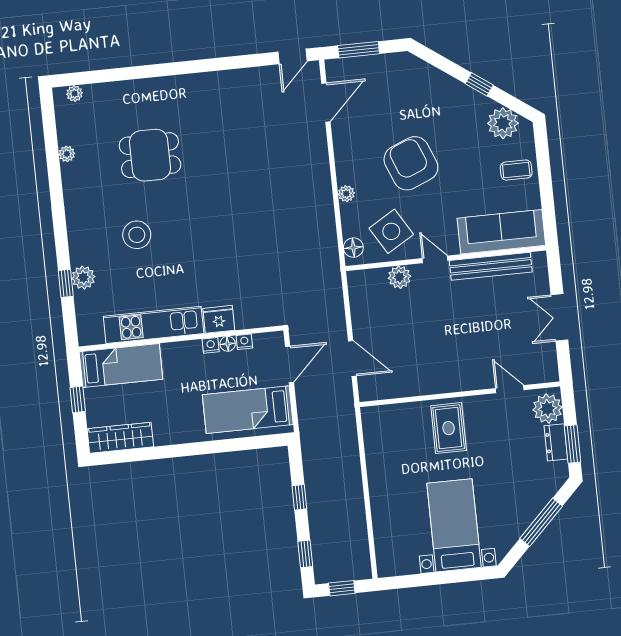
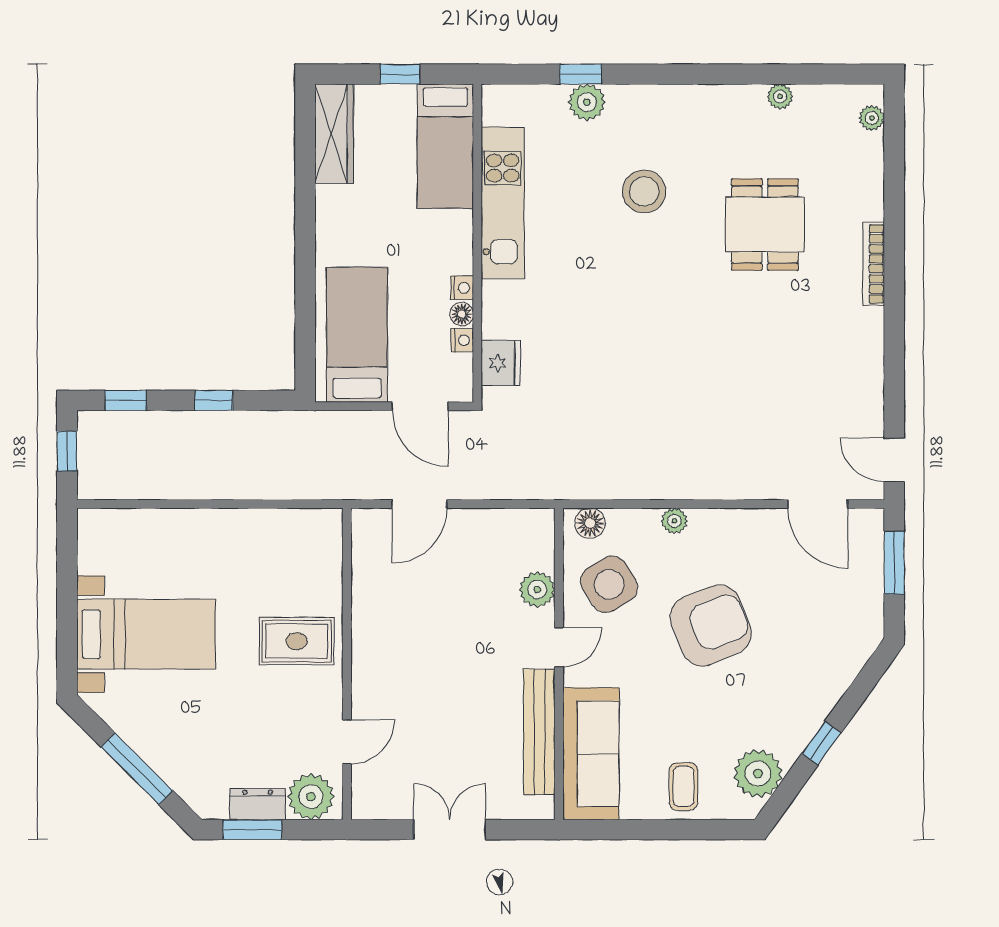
bookcase: (168, 83) -> (874, 264), added
fridge: (219, 319) -> (501, 363), moved

